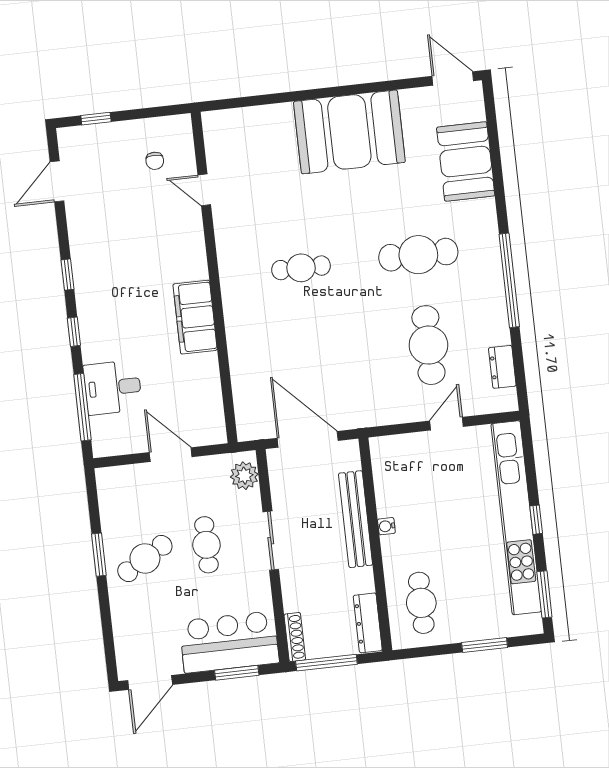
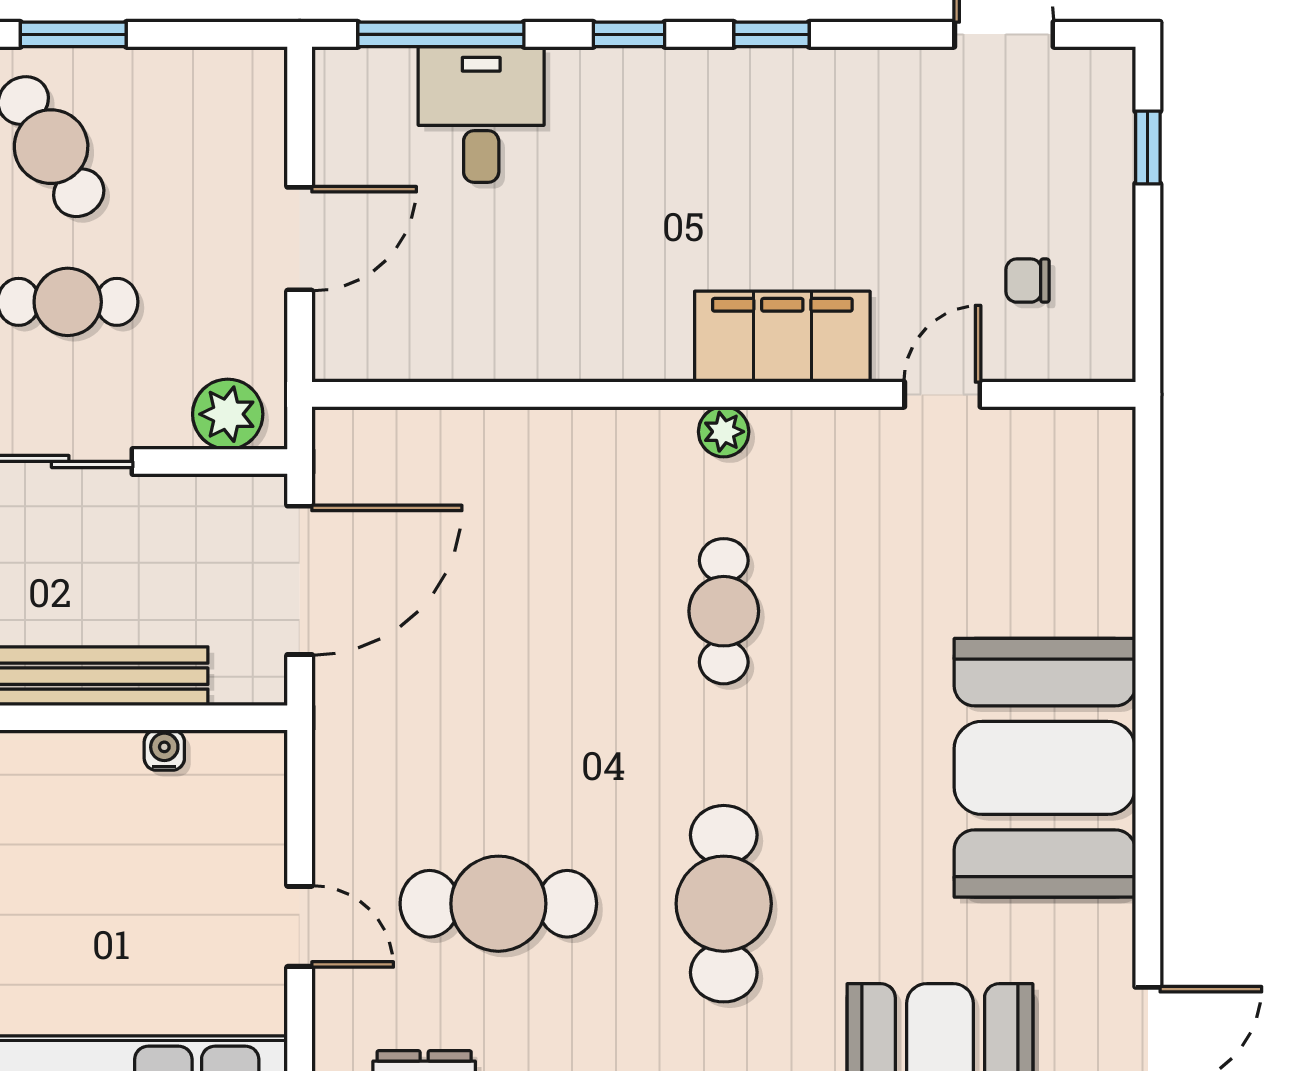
plant: (229, 276) -> (724, 432), added
filing cabinet: (195, 317) -> (782, 337), moved
water cooler: (386, 526) -> (164, 750), moved

